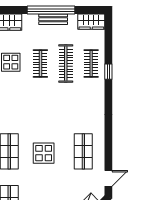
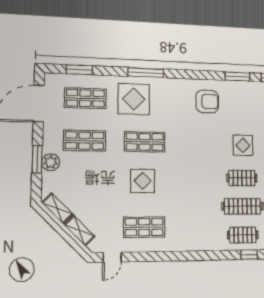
window: (108, 72) -> (249, 255), moved
door: (108, 178) -> (112, 257), hinge flipped

